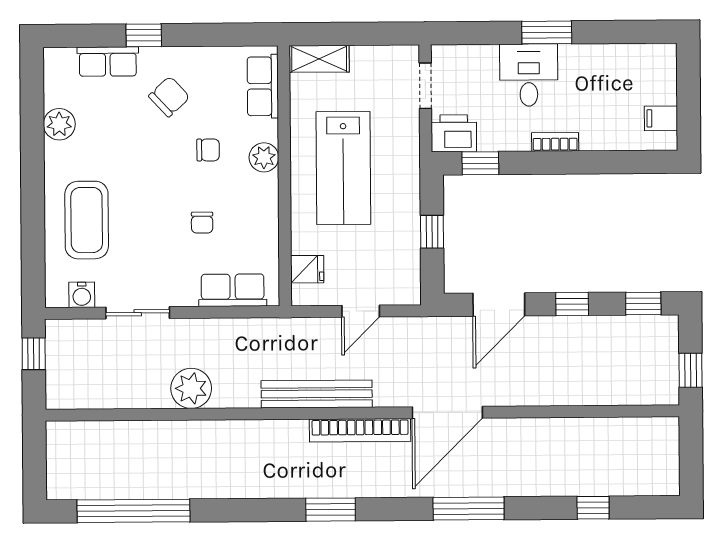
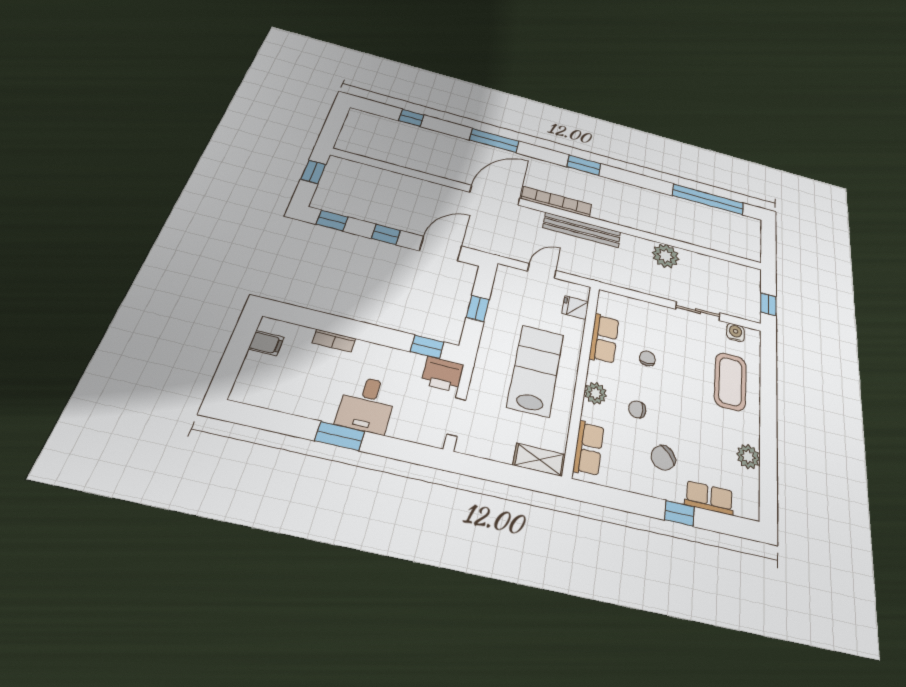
bookcase: (555, 142) -> (334, 341), moved
row of seats: (233, 290) -> (604, 338), moved, turned -90

